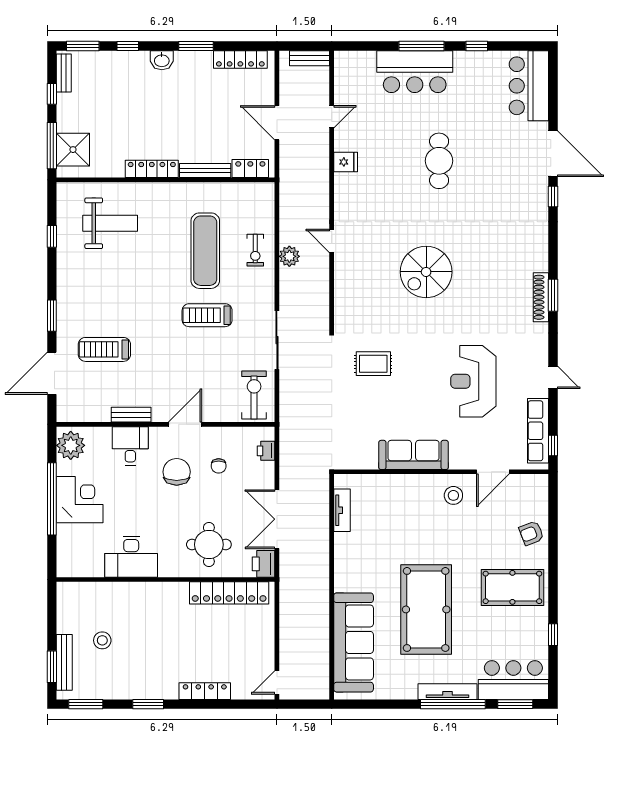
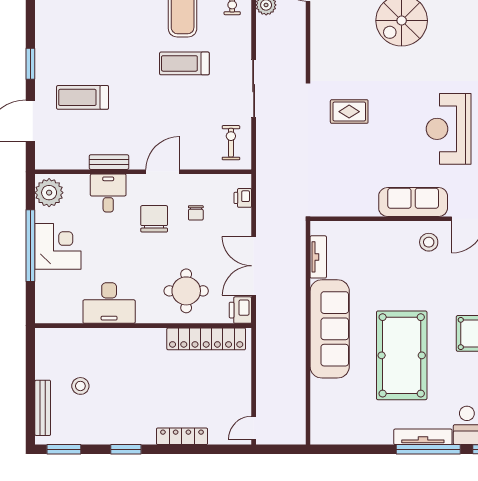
exercise bike: (254, 395) -> (231, 143), width x0.73, depth x0.72
sofa: (414, 455) -> (413, 202), moved
sofa: (354, 642) -> (330, 329), moved
window: (52, 667) -> (30, 412), removed

